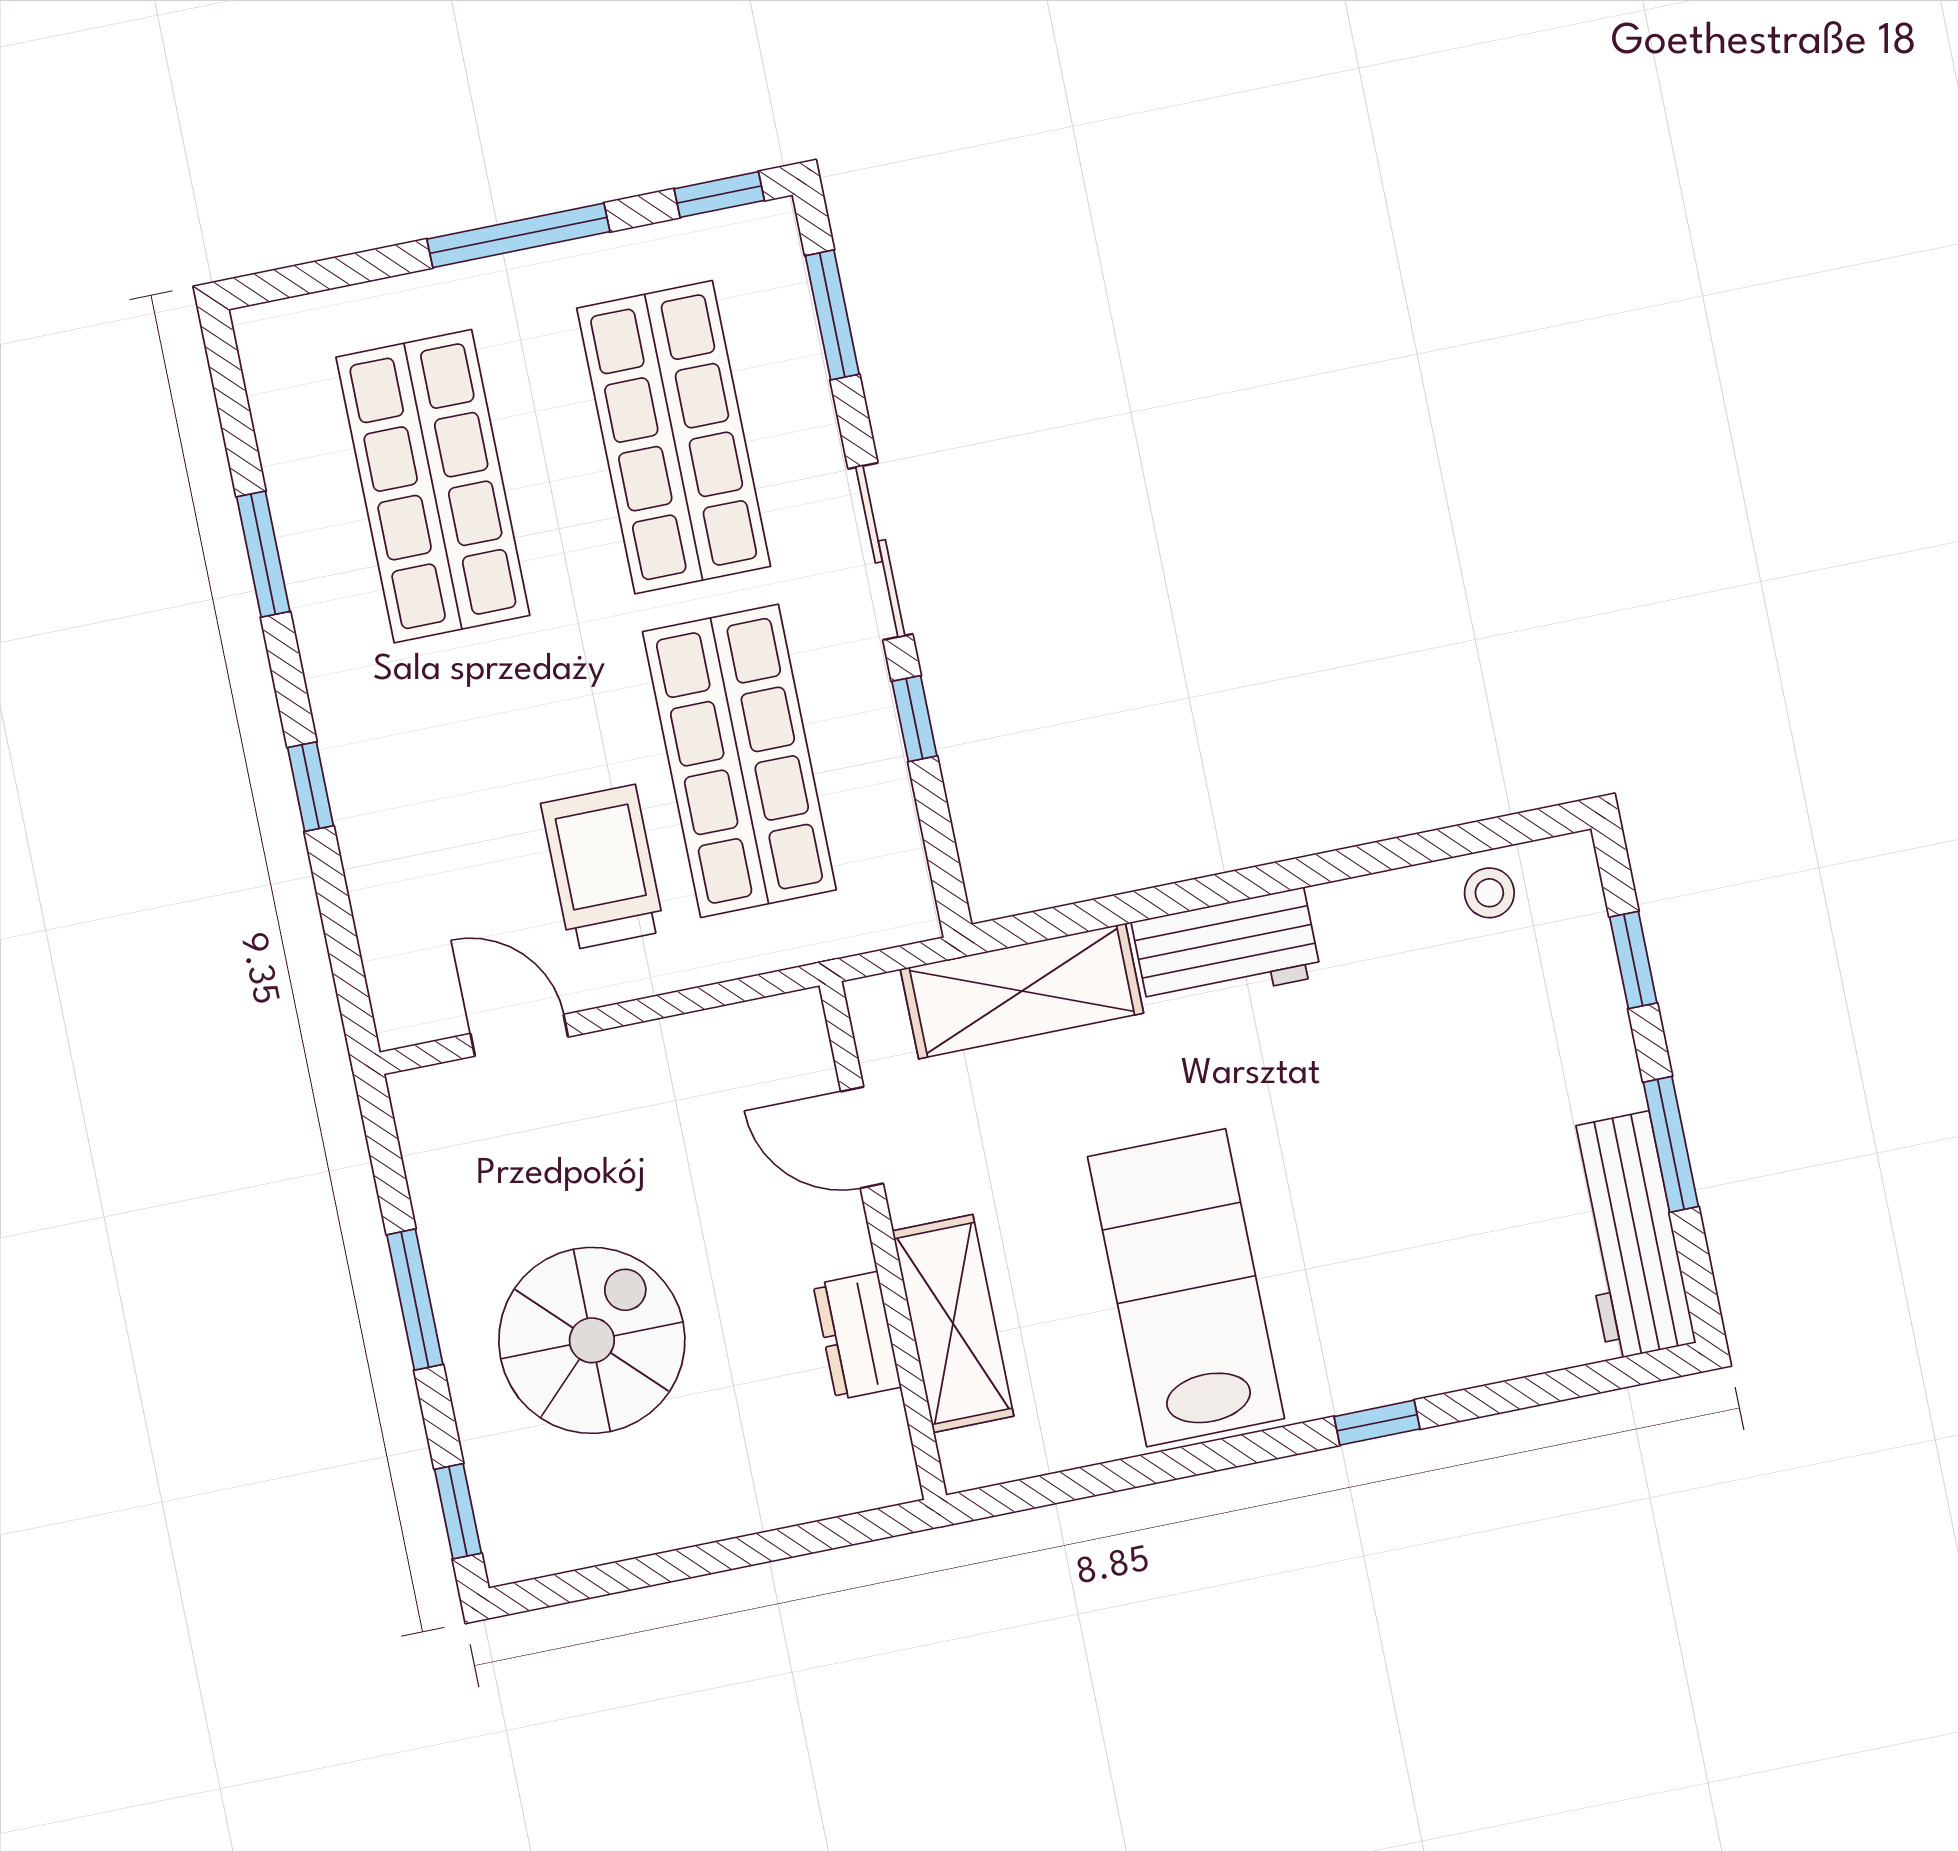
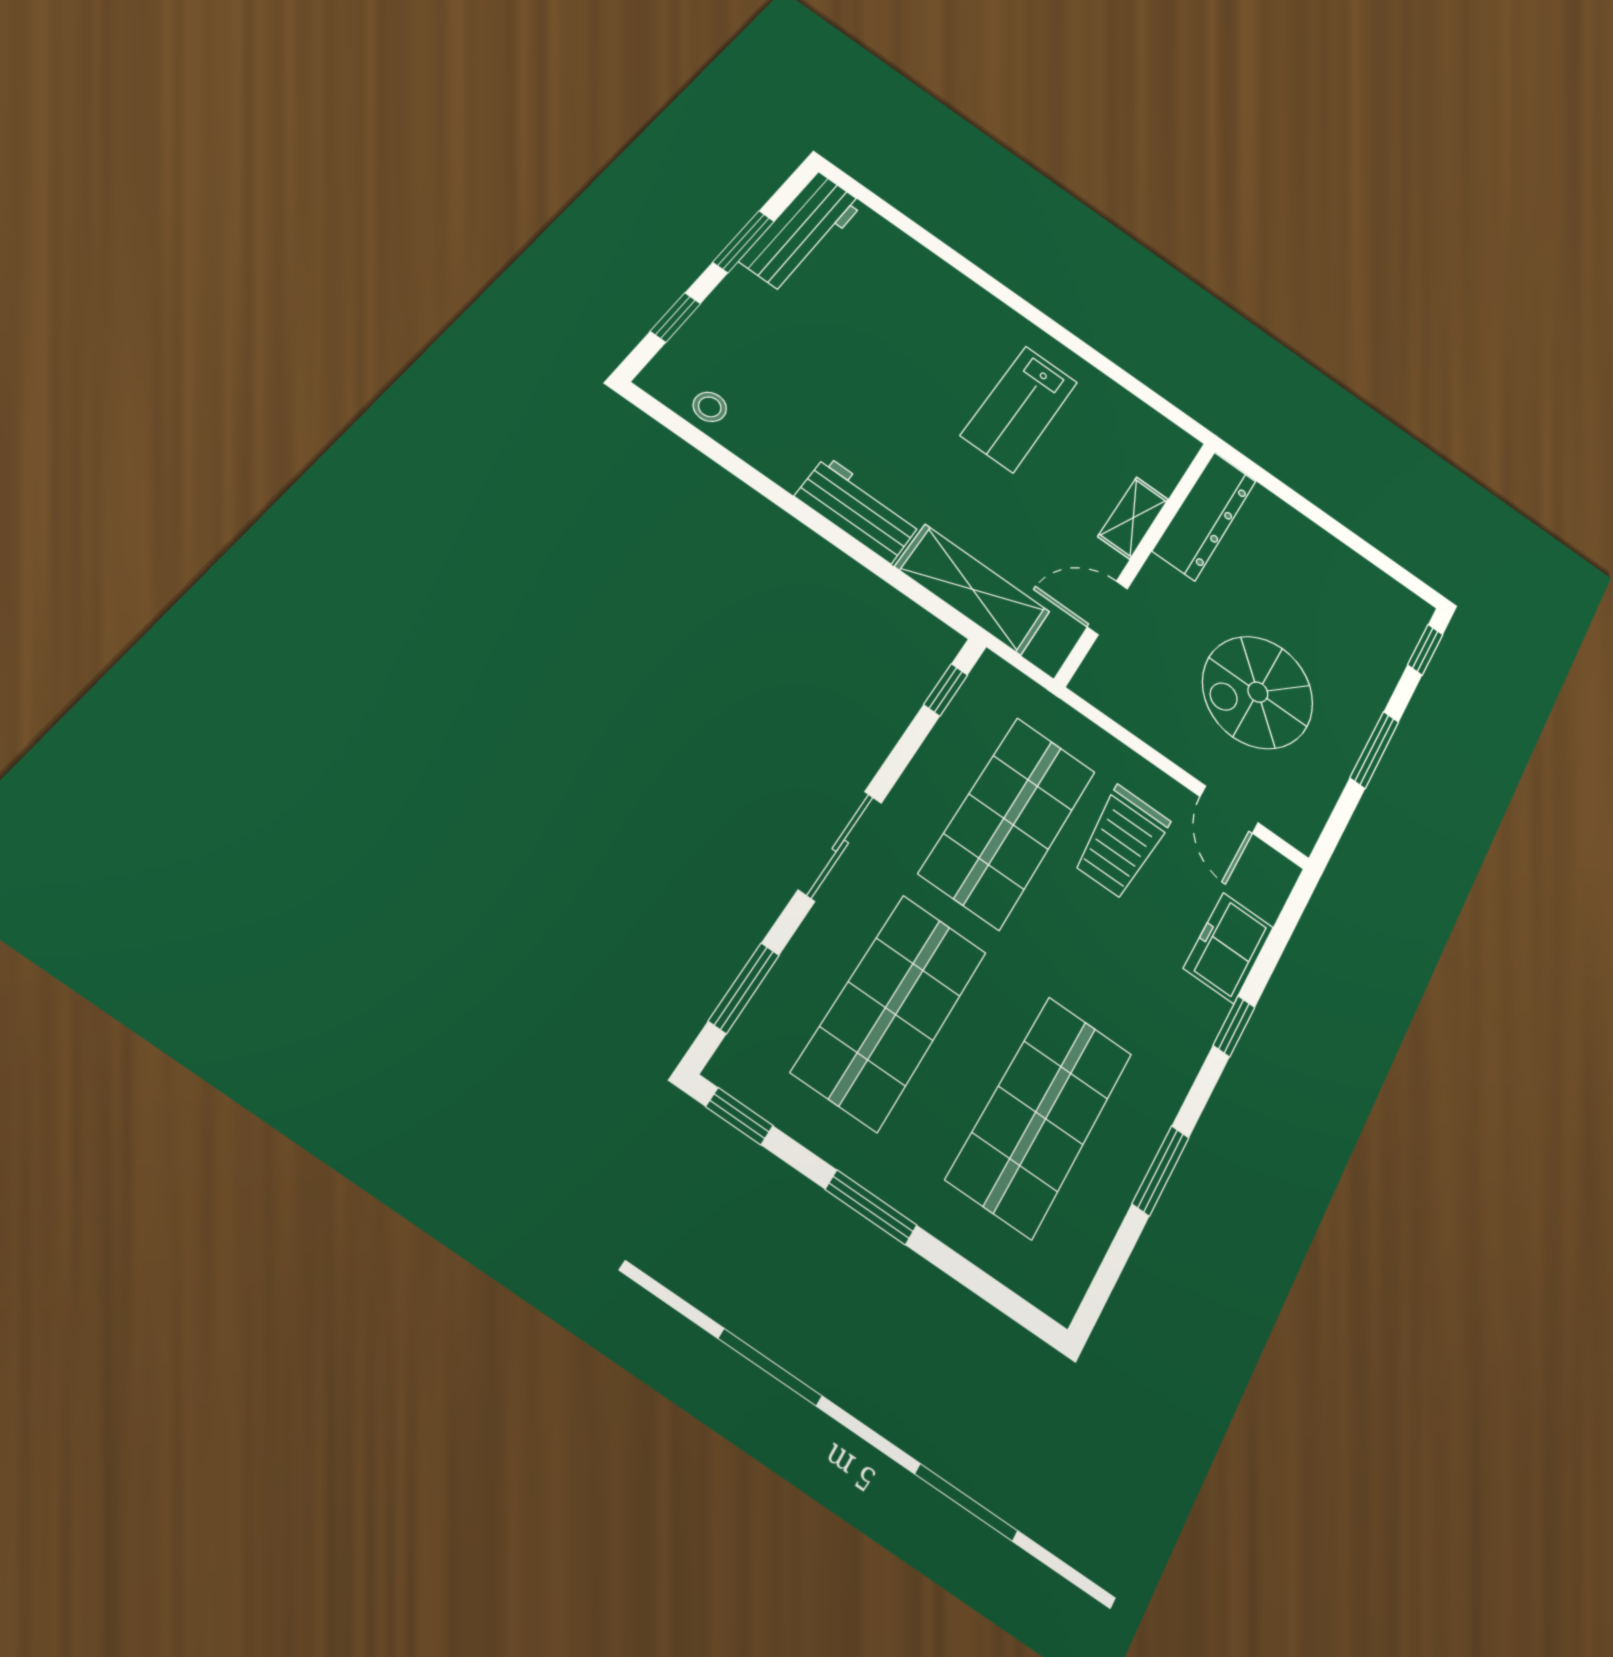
window: (518, 235) -> (871, 1207), width x0.69
window: (914, 719) -> (946, 690), moved
freezer: (388, 870) -> (1229, 948), added
door: (862, 1138) -> (1107, 608), swing flipped
lab bench: (1186, 1288) -> (1020, 409), width x0.73, depth x0.72
shelving: (953, 1323) -> (1133, 518), width x0.67, depth x0.75
dresser: (857, 1336) -> (1205, 516), width x1.96, depth x1.24
spiral stairs: (592, 1340) -> (1258, 692), moved
window: (1377, 1423) -> (989, 283), removed

